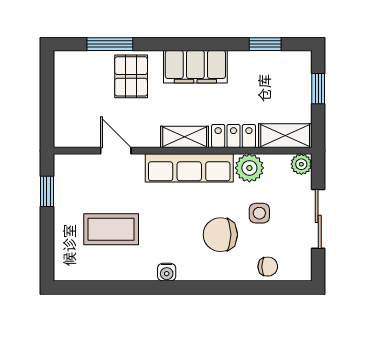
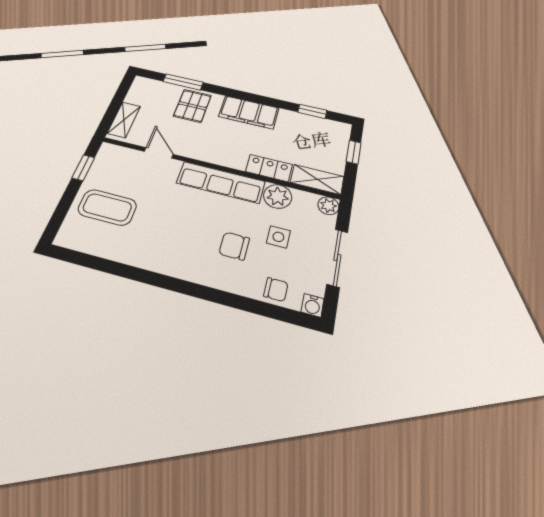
shelving: (185, 137) -> (124, 120), moved, turned 90
coffee table: (111, 229) -> (107, 207), moved
chair: (220, 235) -> (234, 246), width x0.73, depth x0.73
water cooler: (167, 272) -> (313, 305), moved

